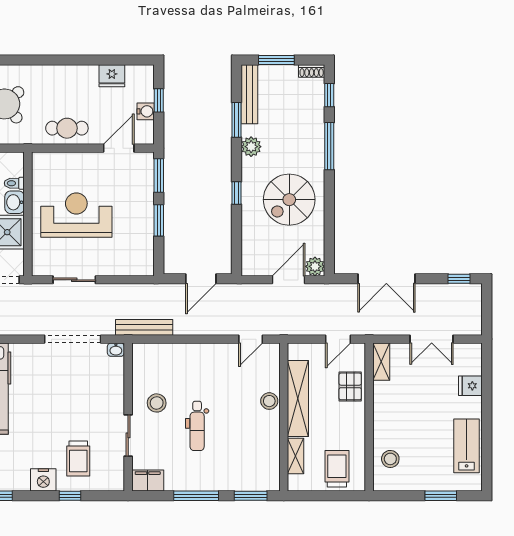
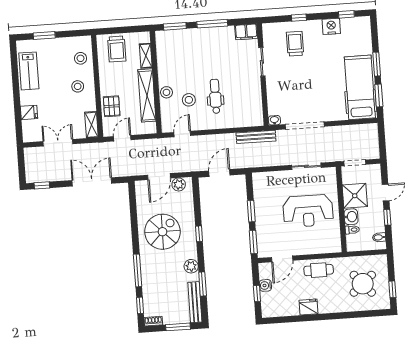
fridge: (112, 76) -> (308, 307), moved
plant: (315, 266) -> (179, 184), moved
stool: (157, 403) -> (189, 100), moved
stool: (397, 419) -> (78, 86), added
dental chair: (197, 426) -> (215, 96), moved
nightstand: (43, 480) -> (331, 26), moved

